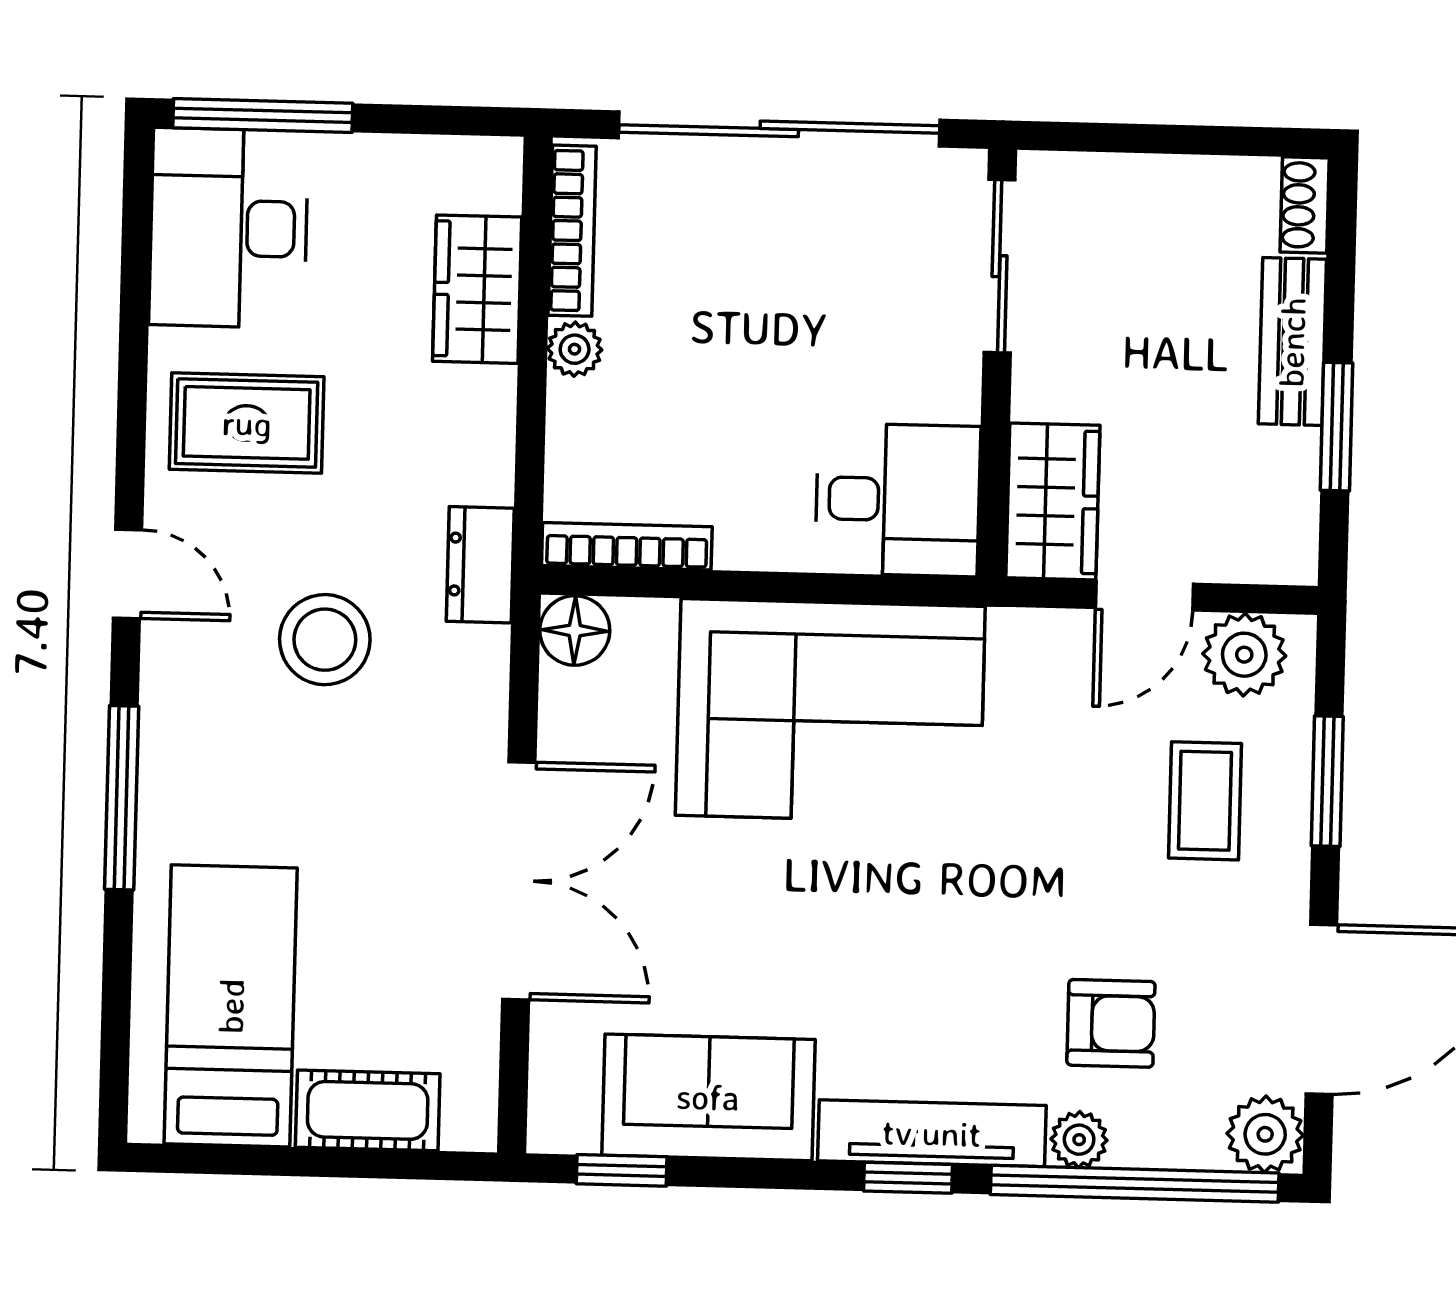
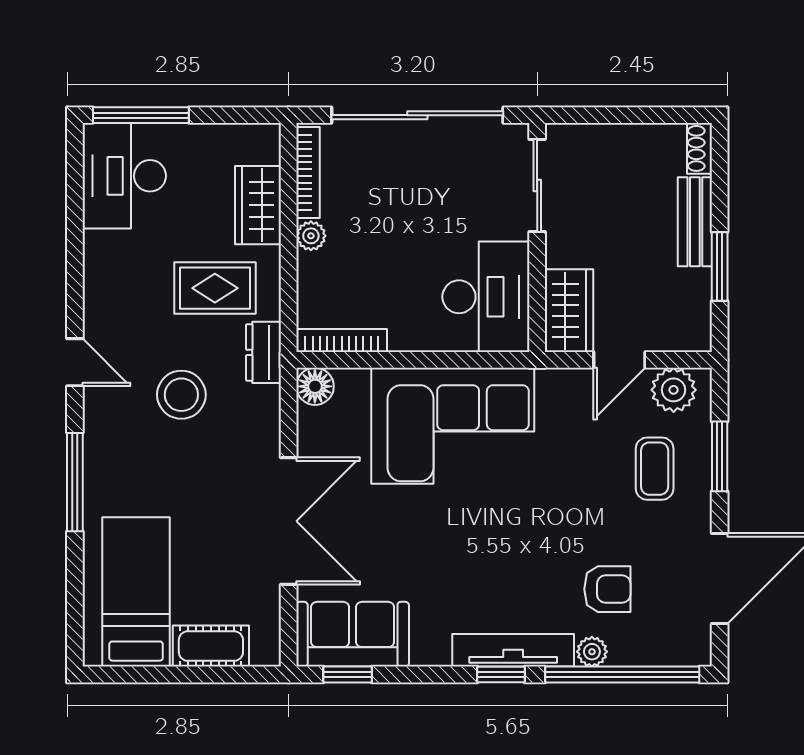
rug: (247, 423) -> (215, 288), moved
desk: (898, 500) -> (486, 297), width x1.37
sofa: (708, 1097) -> (353, 634), moved
plant: (1265, 1134) -> (691, 646), removed

